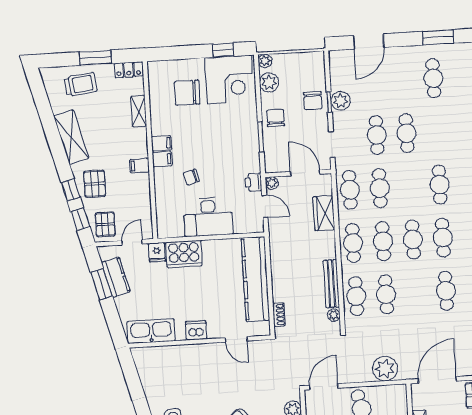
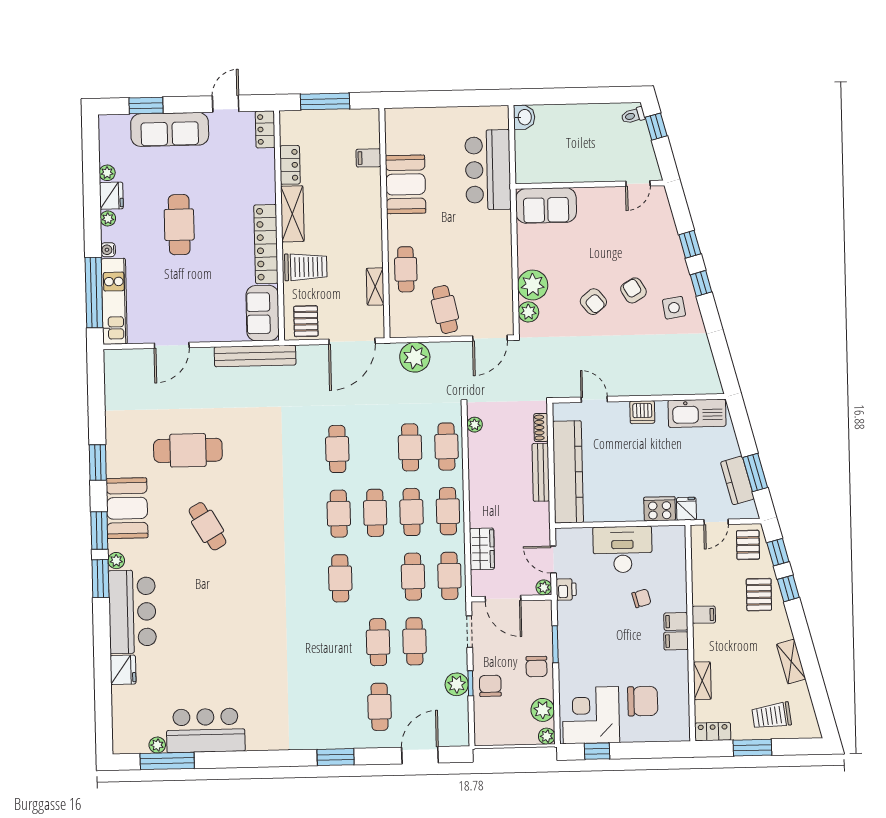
cafe table: (433, 78) -> (380, 707), moved
shelving: (71, 137) -> (791, 661), width x0.67, depth x0.75
cooker: (184, 254) -> (660, 509), width x0.73, depth x0.76
bench: (331, 284) -> (541, 472), moved

